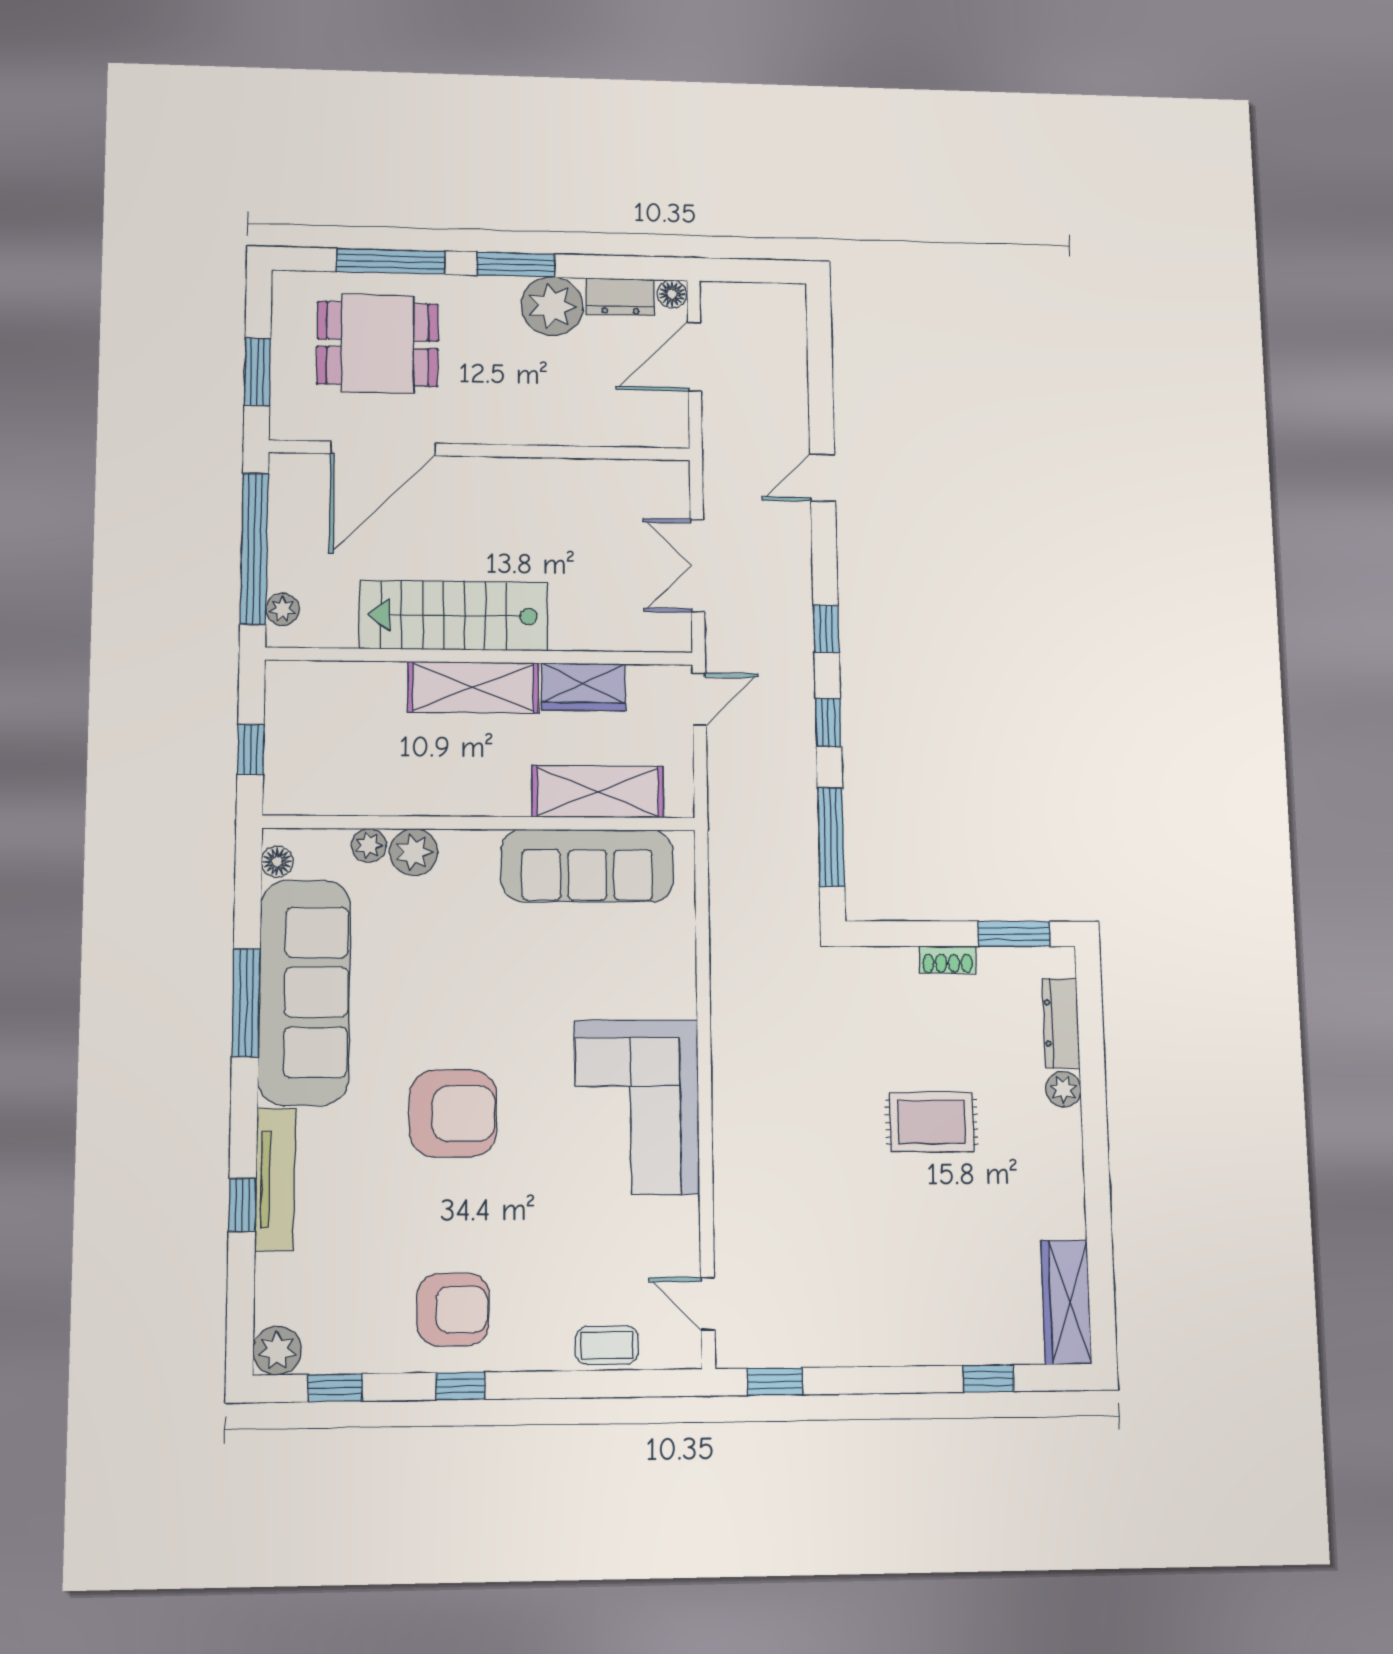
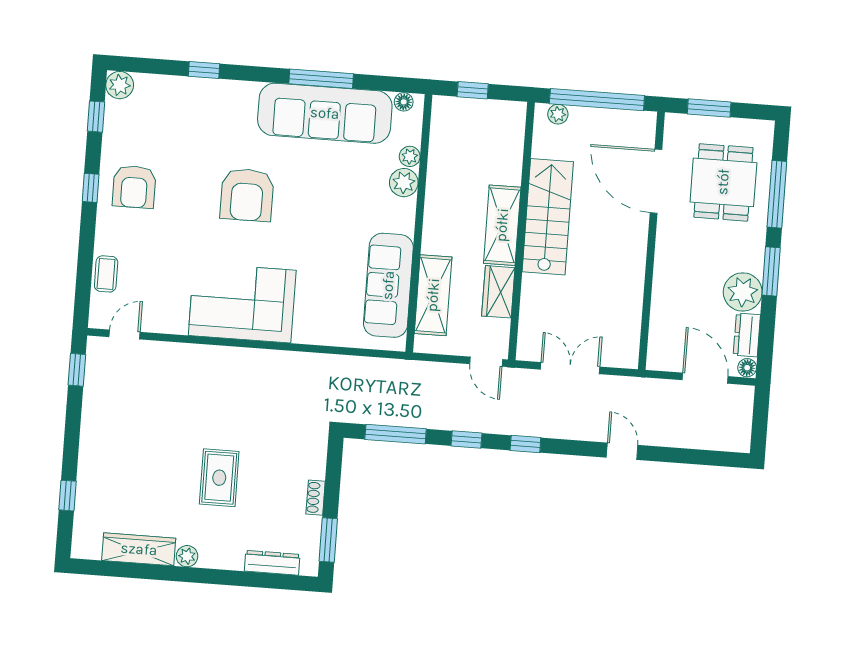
plant: (1063, 1089) -> (187, 556), moved
tv unit: (275, 1179) -> (217, 90), removed
wardrobe: (1066, 1302) -> (139, 549), moved

